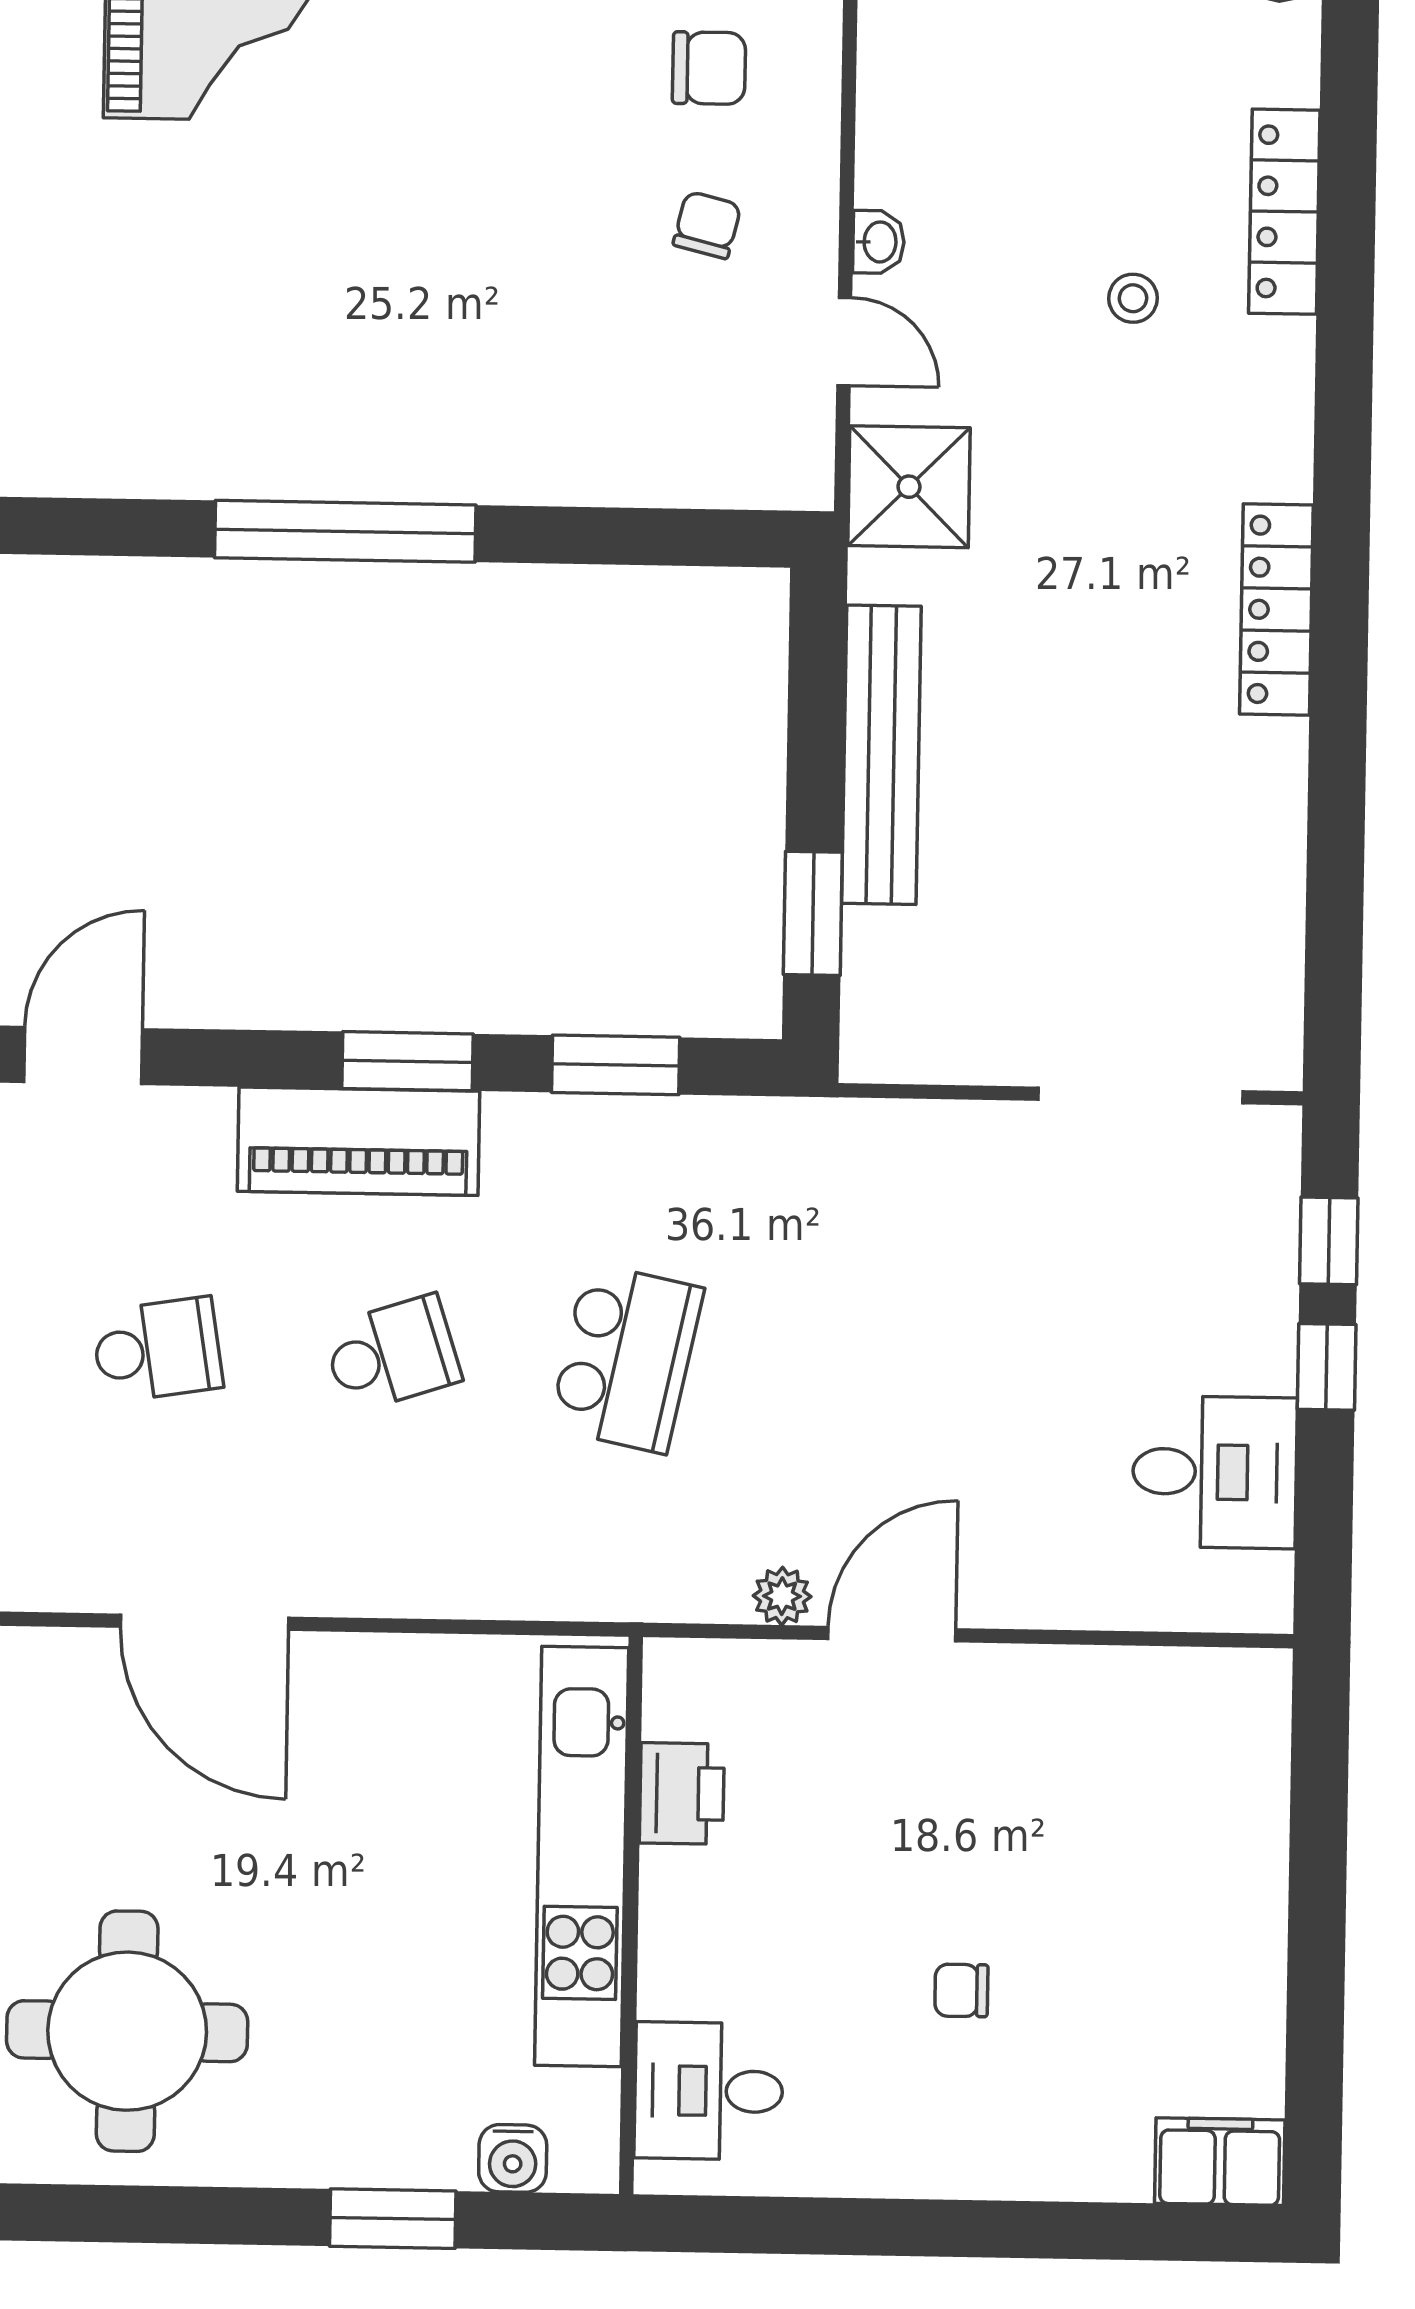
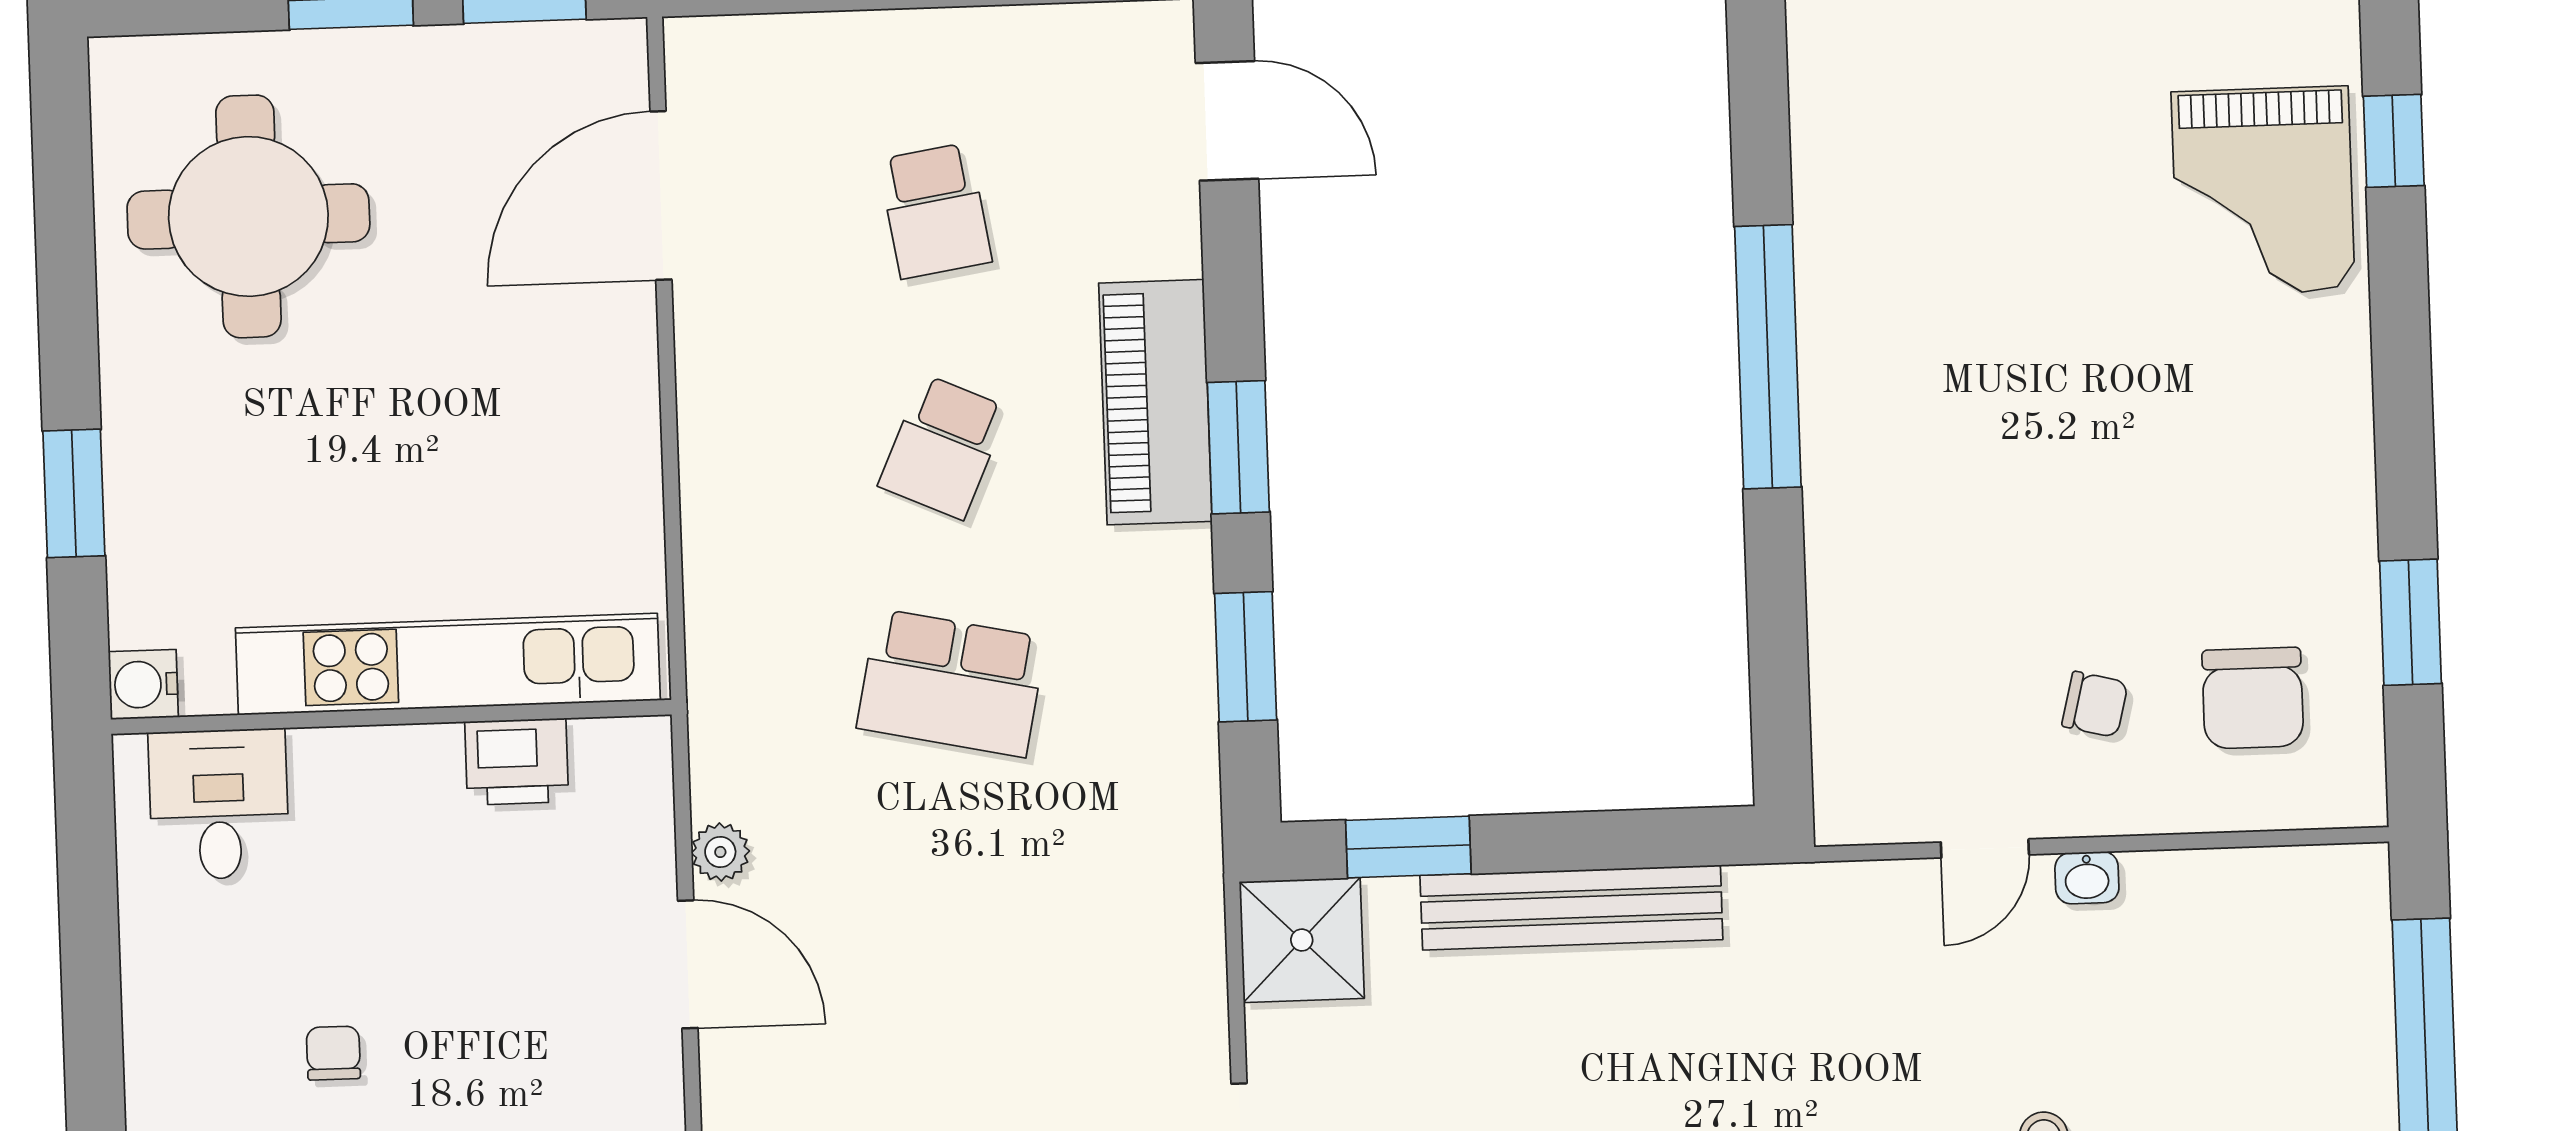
chair: (709, 68) -> (2253, 698), width x1.37, depth x1.37
shower: (909, 487) -> (1302, 940), moved
school desk: (392, 1354) -> (943, 447), turned 42
door: (204, 1622) -> (661, 195), moved
water cooler: (513, 2158) -> (143, 684), moved

